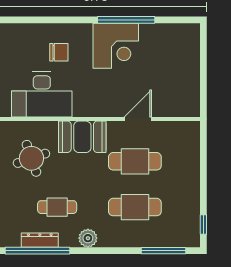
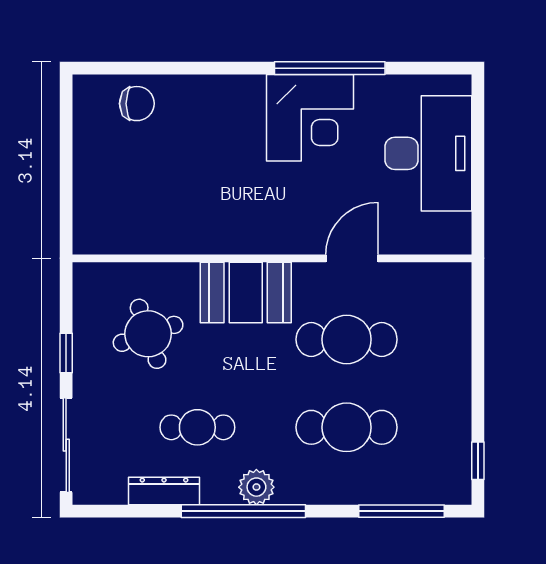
chair: (59, 52) -> (137, 104), moved
desk: (42, 95) -> (428, 153), moved, turned -90
window: (38, 251) -> (243, 511), moved

